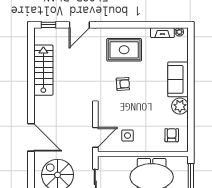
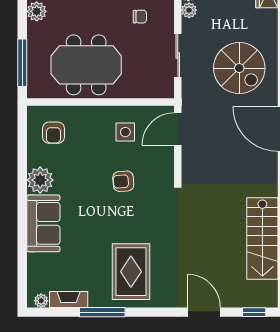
door: (79, 25) -> (204, 312), hinge flipped
window: (142, 25) -> (102, 312), added
rug: (124, 50) -> (131, 272), turned 90
armchair: (123, 84) -> (123, 181), moved

